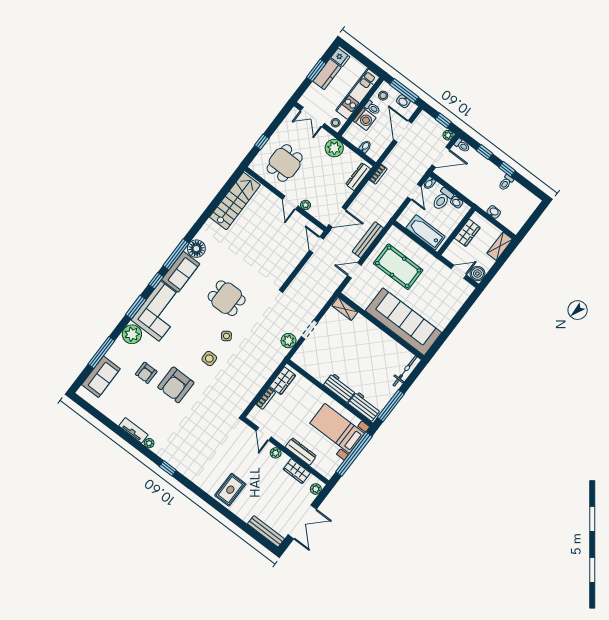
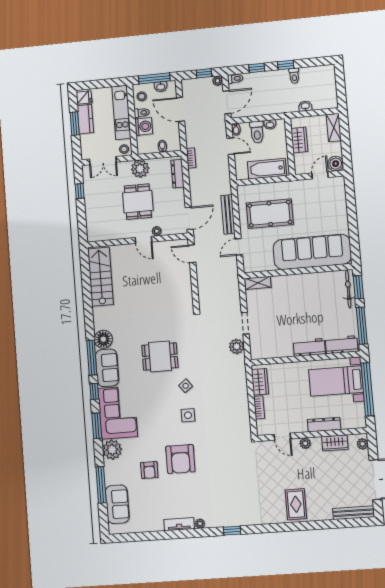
window: (262, 142) -> (80, 191), moved
dining table: (285, 163) -> (138, 202), moved
window: (413, 376) -> (358, 287), added

